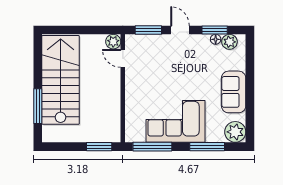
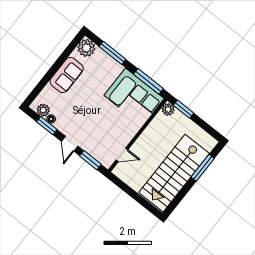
plant: (113, 42) -> (168, 109), moved
door: (123, 58) -> (122, 155), hinge flipped
corner sofa: (175, 121) -> (134, 97), moved

